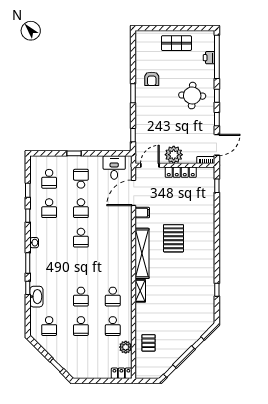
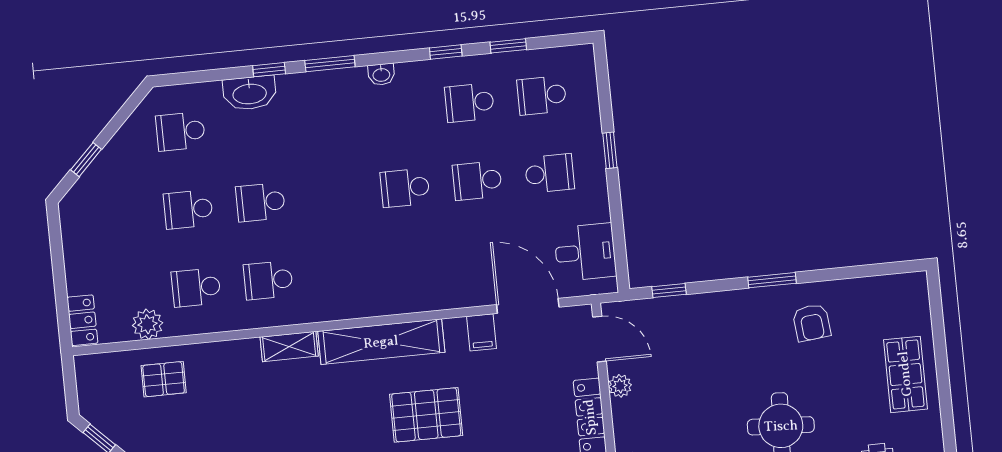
armchair: (152, 79) -> (812, 323), turned -96
plant: (174, 155) -> (620, 386), width x0.53, depth x0.53

